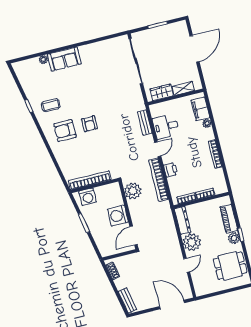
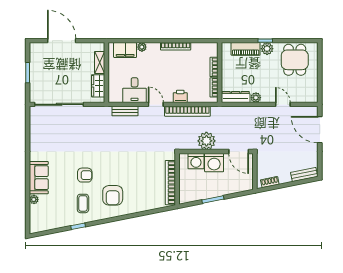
armchair: (90, 124) -> (85, 175), moved
plant: (133, 191) -> (206, 141), moved
washing machine: (88, 197) -> (196, 161), moved, turned 90
plant: (192, 242) -> (256, 98), width x0.53, depth x0.53
door: (172, 305) -> (320, 130), hinge flipped

